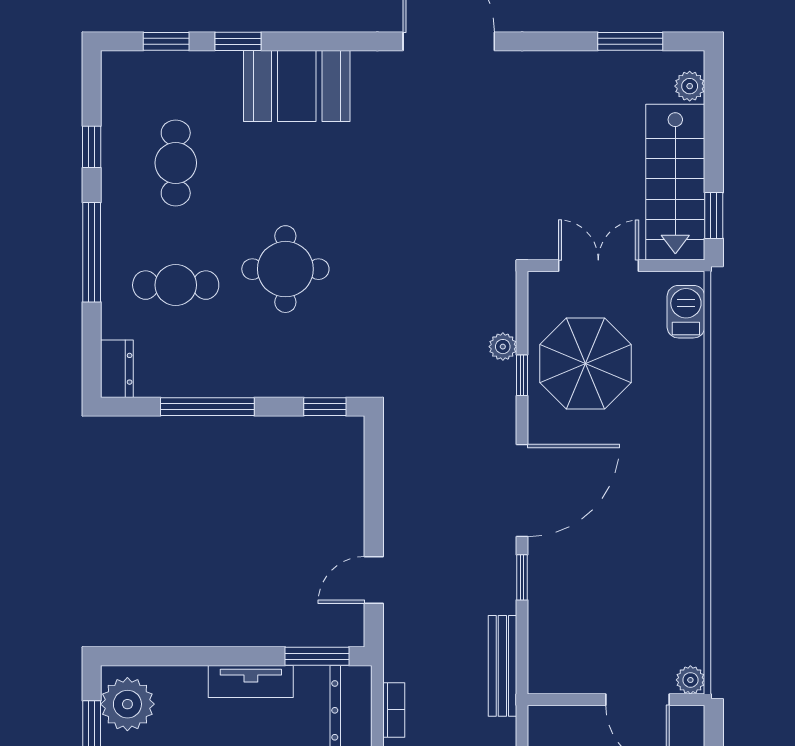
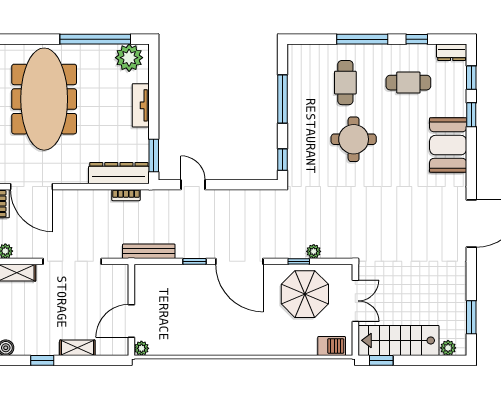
dresser: (117, 369) -> (452, 52), moved
tv unit: (251, 681) -> (141, 105), moved

